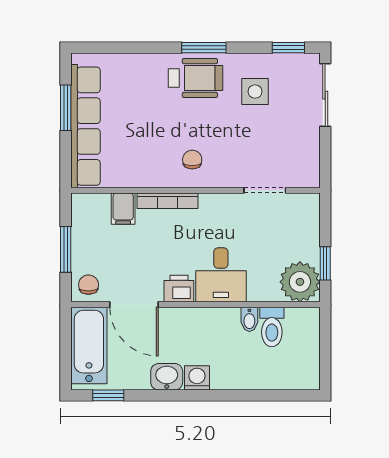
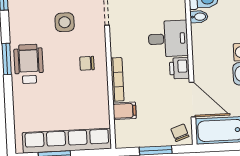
side table: (255, 92) -> (65, 22), moved
chair: (89, 285) -> (180, 133), turned 72
door: (134, 305) -> (192, 100), hinge flipped

